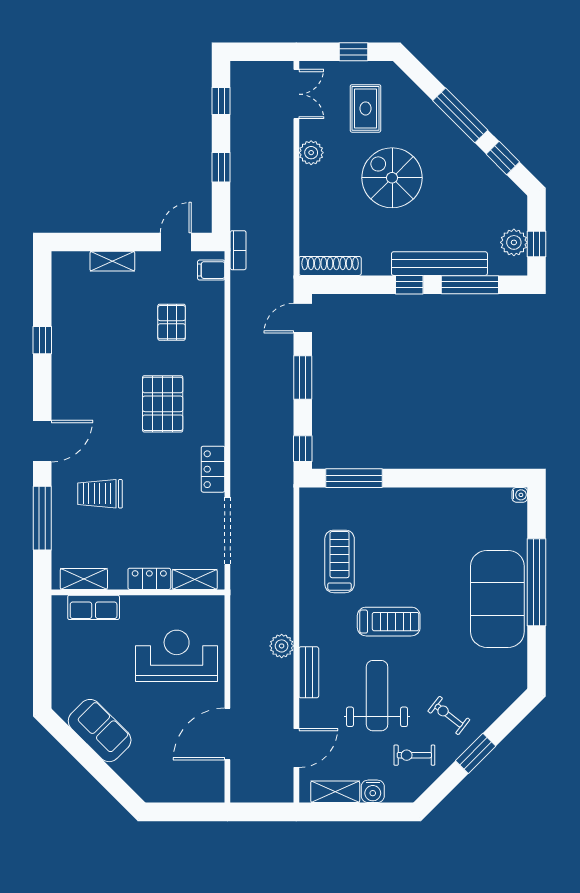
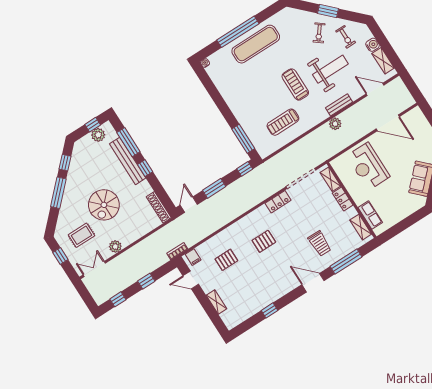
door: (303, 318) -> (189, 205), swing flipped
pallet: (163, 404) -> (264, 241), width x0.67, depth x0.71
exercise mat: (497, 599) -> (256, 44), width x0.68
weight bench: (377, 696) -> (330, 69), turned 180

